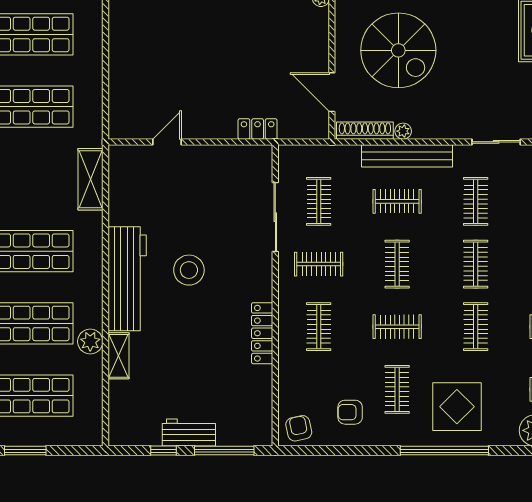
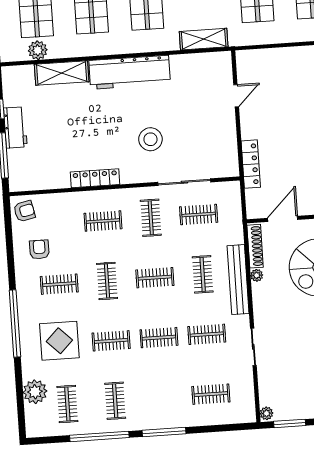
locker: (258, 129) -> (251, 164), width x1.53
door: (167, 142) -> (236, 96), hinge flipped
stool: (189, 270) -> (150, 139), moved
plant: (90, 341) -> (38, 50), moved
shelving: (119, 356) -> (62, 73), width x1.50, depth x1.33
display table: (457, 407) -> (59, 341), moved

